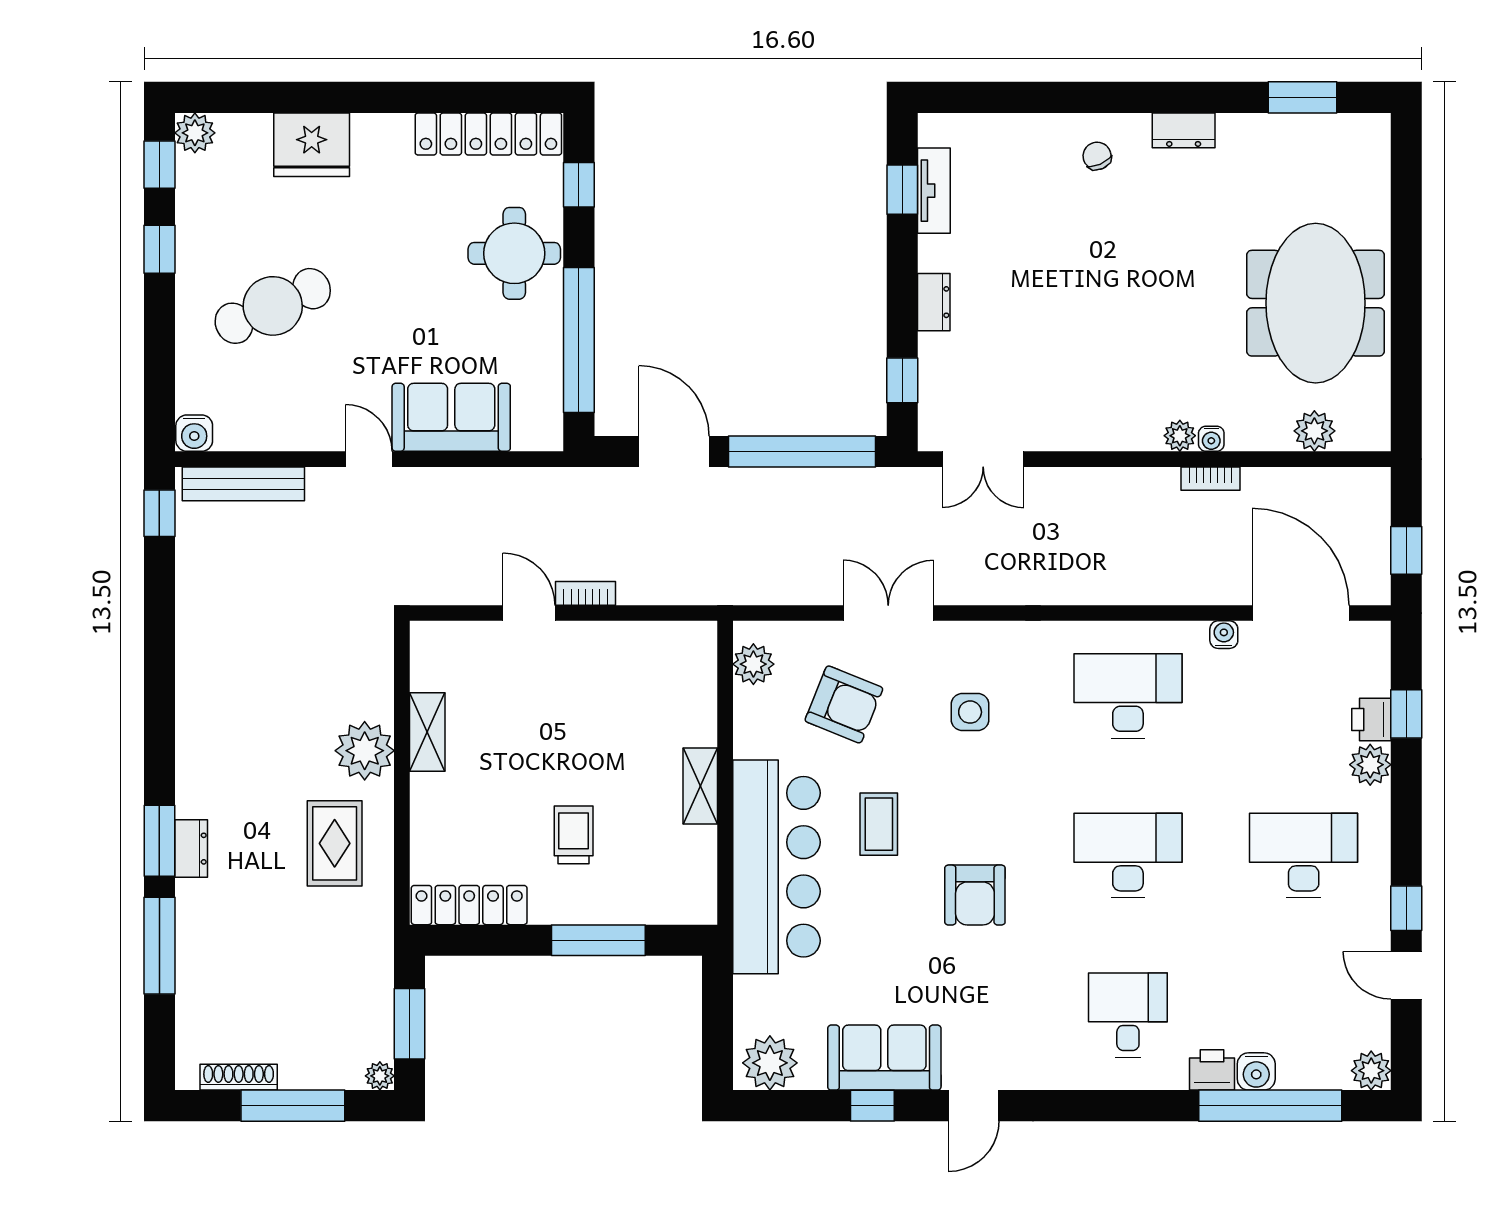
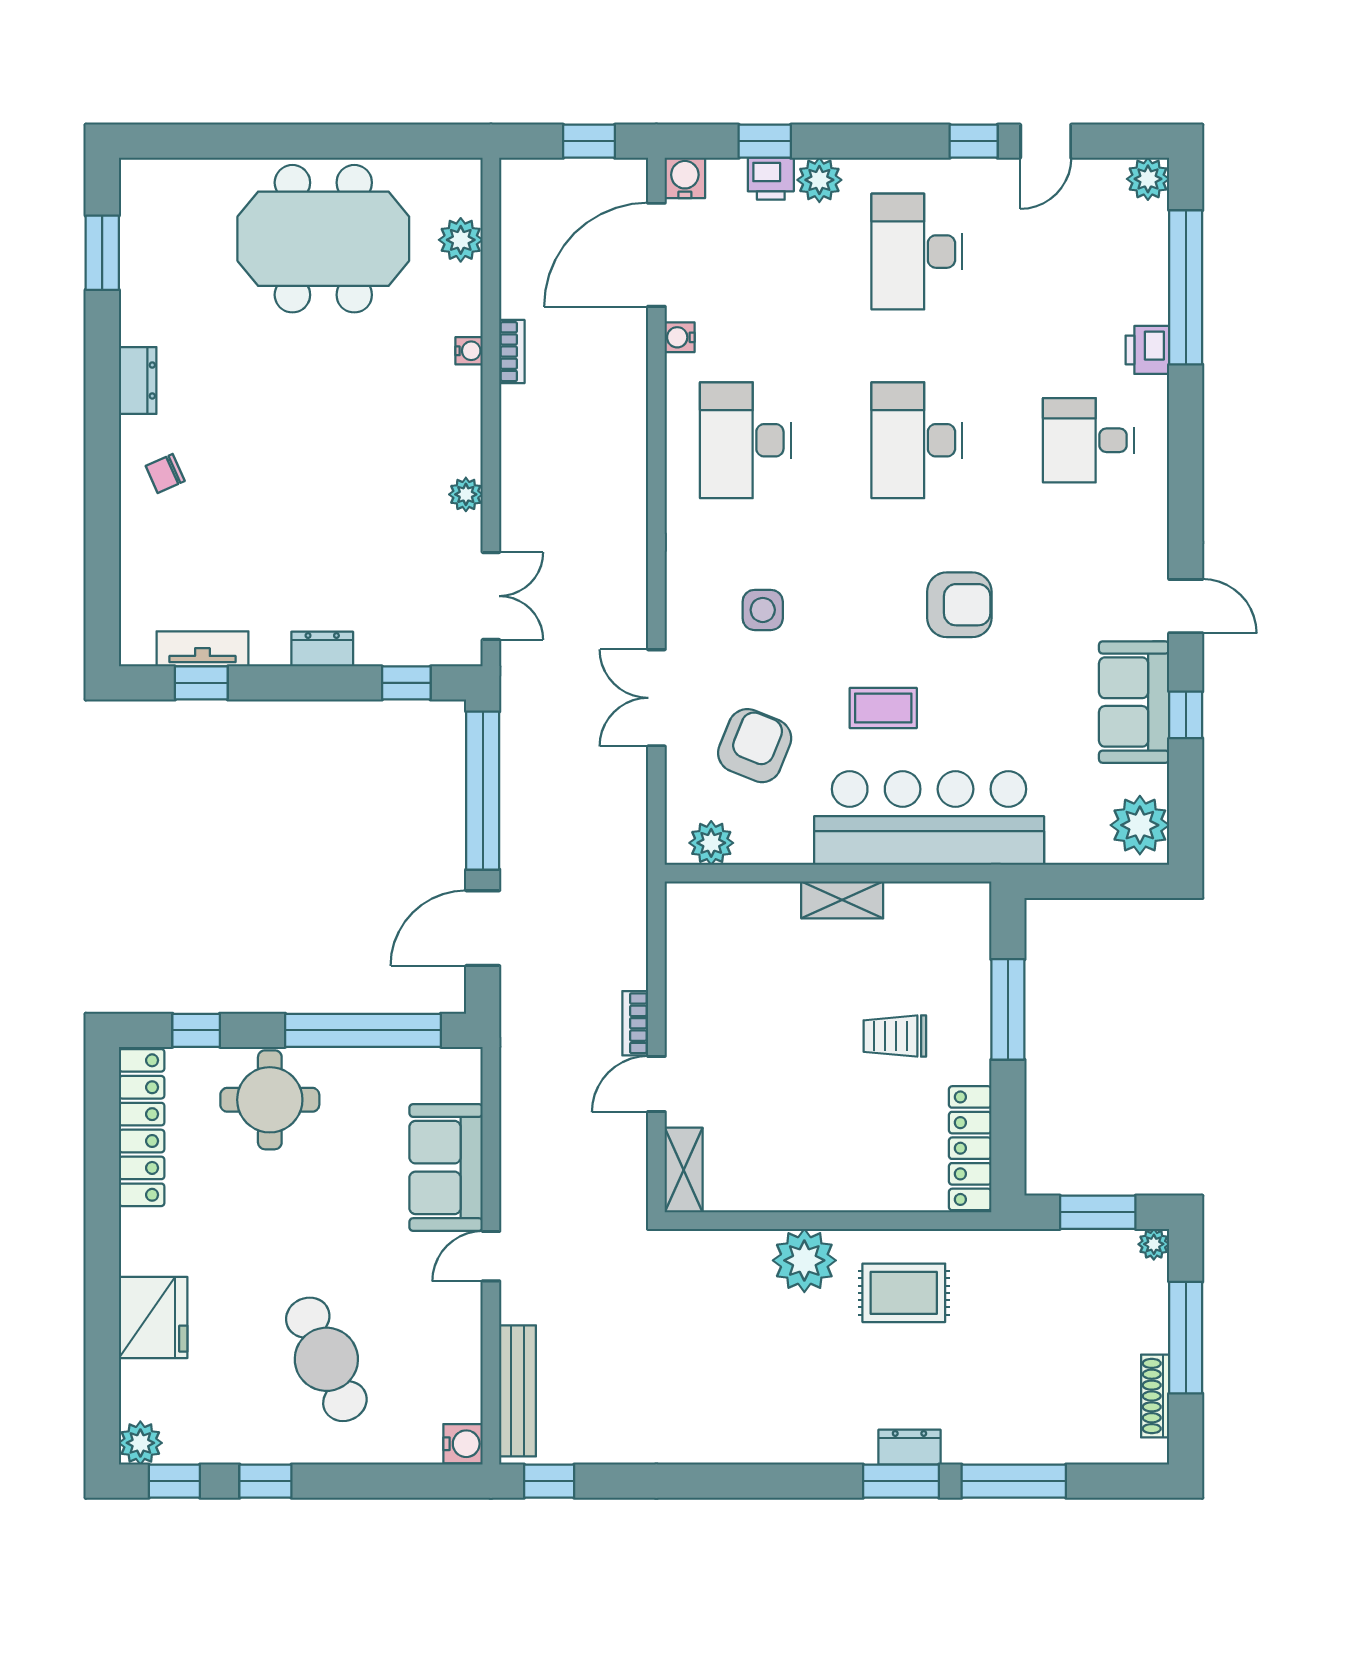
plant: (1180, 436) -> (466, 494), moved
shelving: (427, 732) -> (684, 1170), moved, turned 90
water cooler: (1256, 1071) -> (685, 178), moved, turned -90

